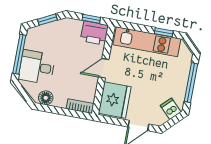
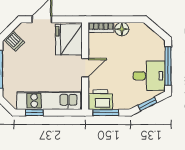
window: (91, 19) -> (106, 113), width x1.50
desk: (37, 67) -> (149, 76), moved
floor lamp: (46, 98) -> (122, 29), moved

